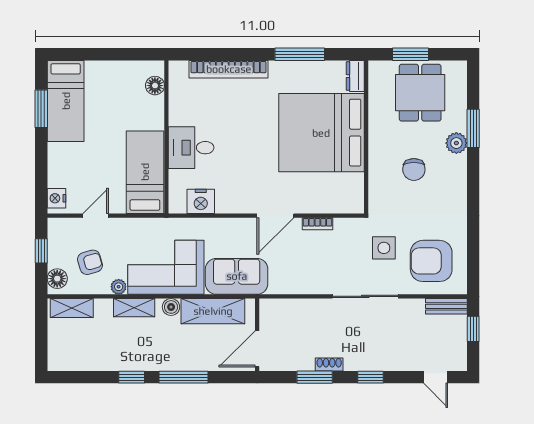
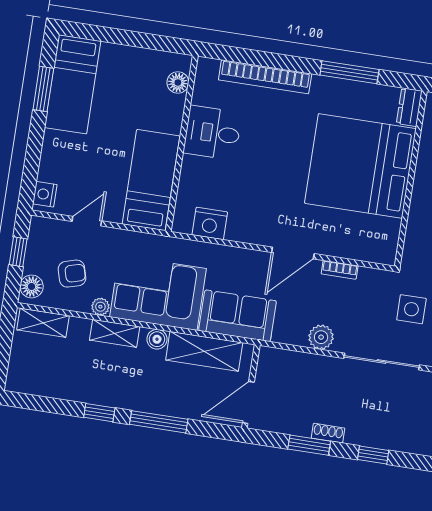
desk: (191, 148) -> (212, 133), moved
plant: (311, 284) -> (321, 337), added

